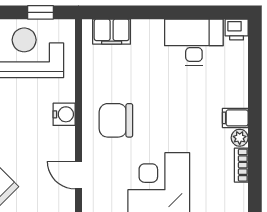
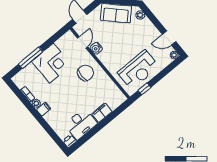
filing cabinet: (112, 32) -> (102, 113), moved
water cooler: (64, 114) -> (96, 48), moved
door: (79, 175) -> (83, 42), hinge flipped

